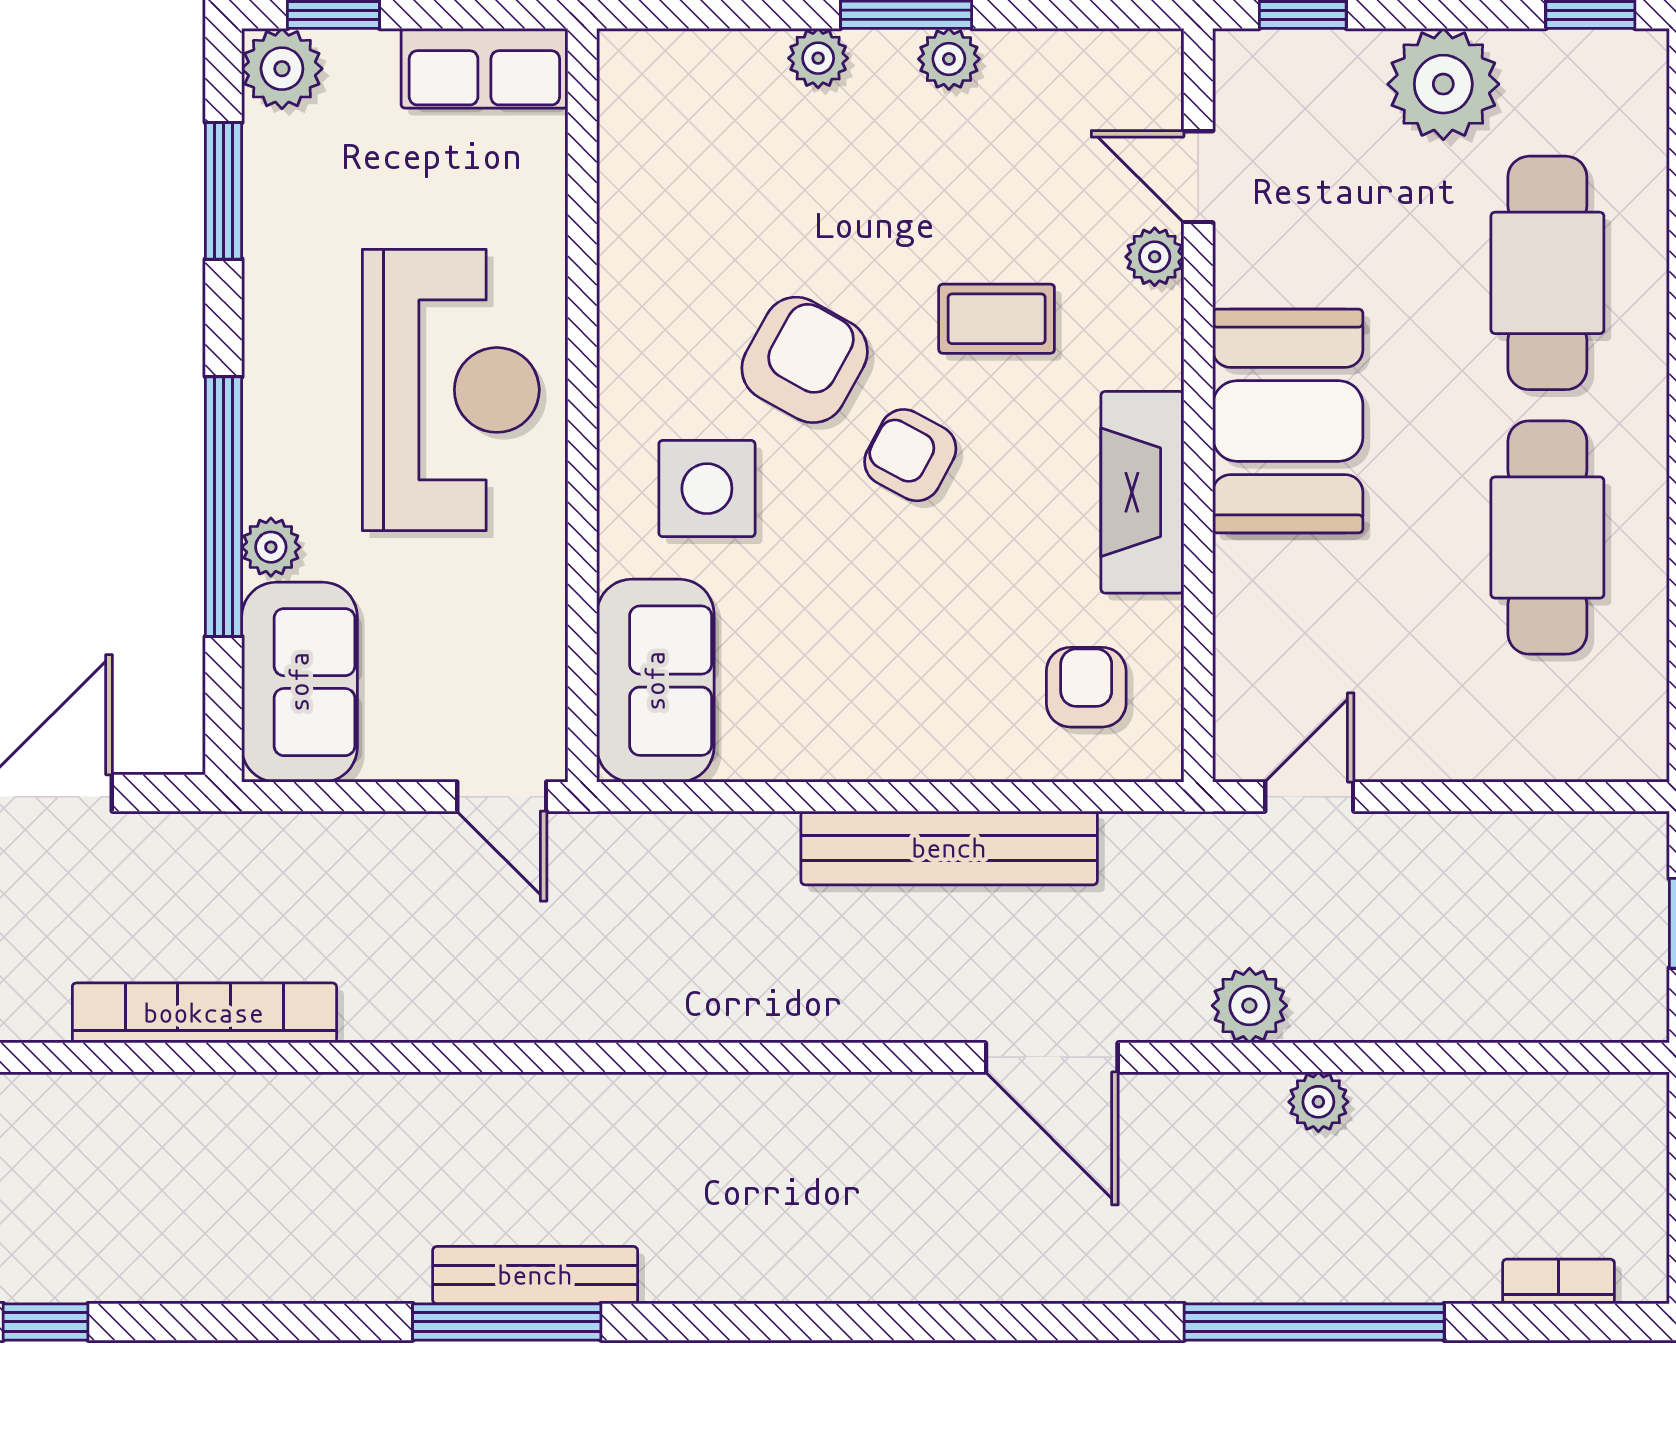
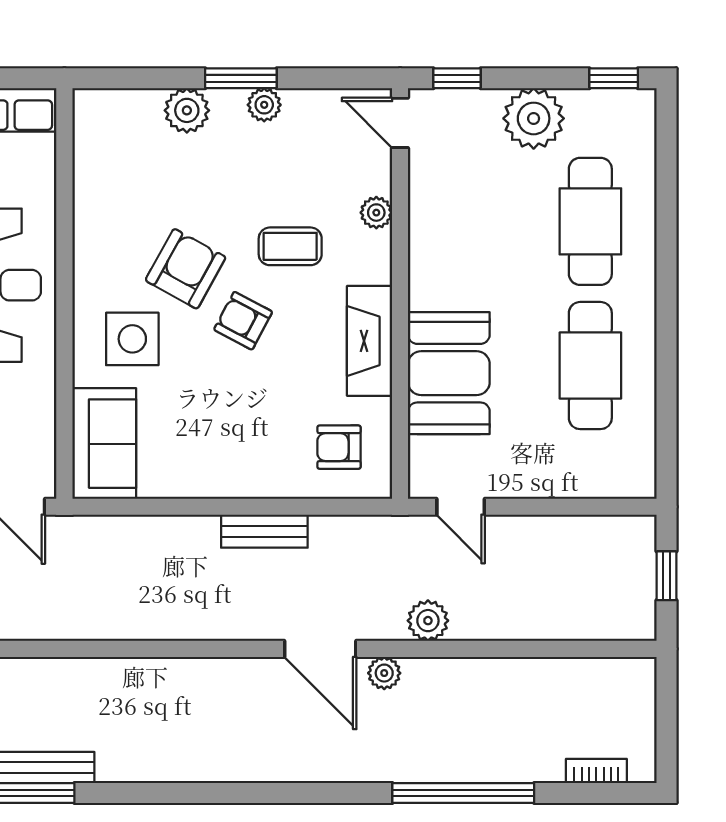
plant: (818, 58) -> (187, 110), width x1.38, depth x1.38
door: (1198, 177) -> (400, 123), moved
booth: (1288, 421) -> (449, 373), moved
armchair: (1086, 687) -> (339, 447), turned -90
door: (1309, 797) -> (461, 507), swing flipped
bench: (949, 848) -> (264, 531), width x0.54, depth x0.82
plant: (1318, 1102) -> (384, 673), moved

